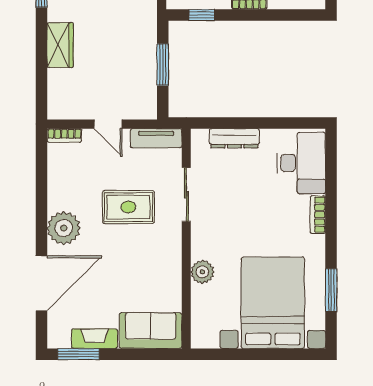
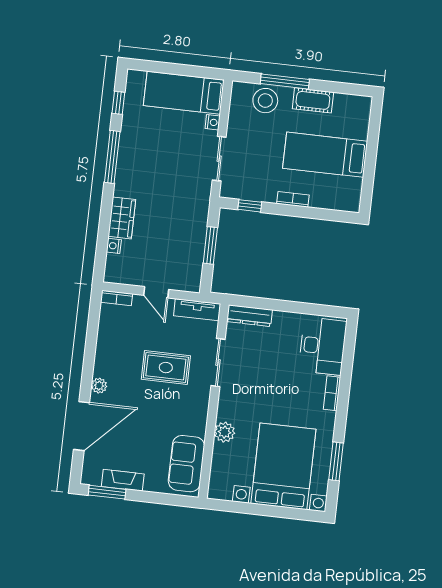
nightstand: (55, 77) -> (114, 246), added
dresser: (234, 138) -> (250, 316), moved
plant: (64, 228) -> (99, 386), width x0.53, depth x0.53
sofa: (151, 331) -> (186, 464), moved, turned -90

